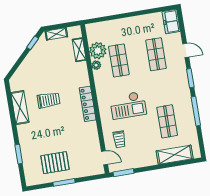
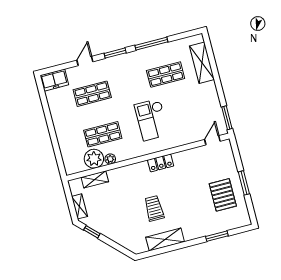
locker: (88, 104) -> (161, 163), width x0.66
checkout: (128, 105) -> (152, 120), turned 180
trolley: (119, 139) -> (190, 126), removed

